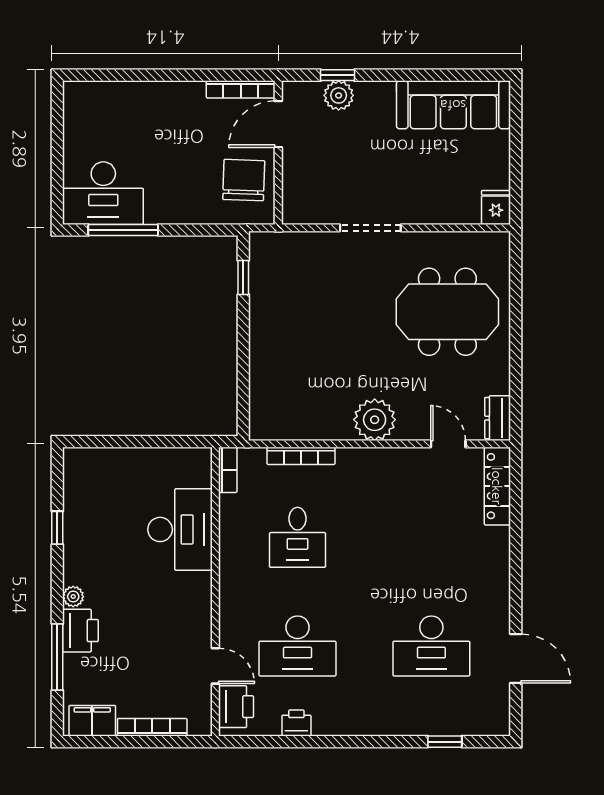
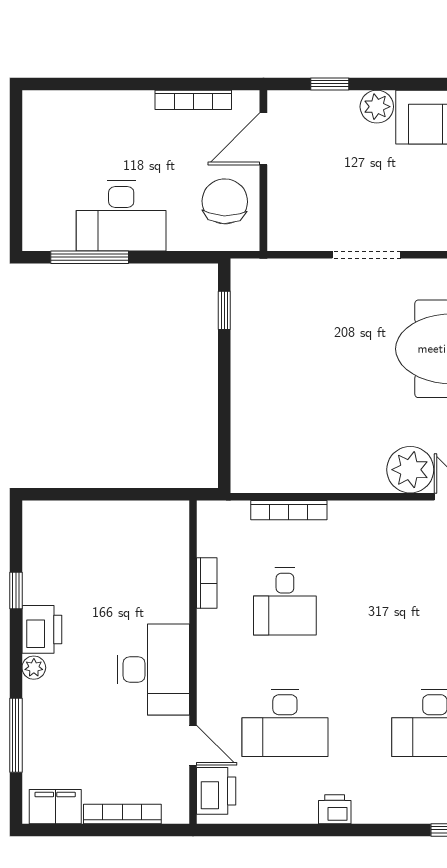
bookcase: (241, 89) -> (193, 100), moved
plant: (339, 95) -> (377, 107), moved
desk: (103, 193) -> (121, 216), moved
plant: (375, 420) -> (410, 470), moved
bookcase: (228, 470) -> (207, 583), moved
desk: (180, 529) -> (153, 670), moved
printer: (80, 631) -> (42, 629), moved
printer: (296, 723) -> (335, 809), moved

